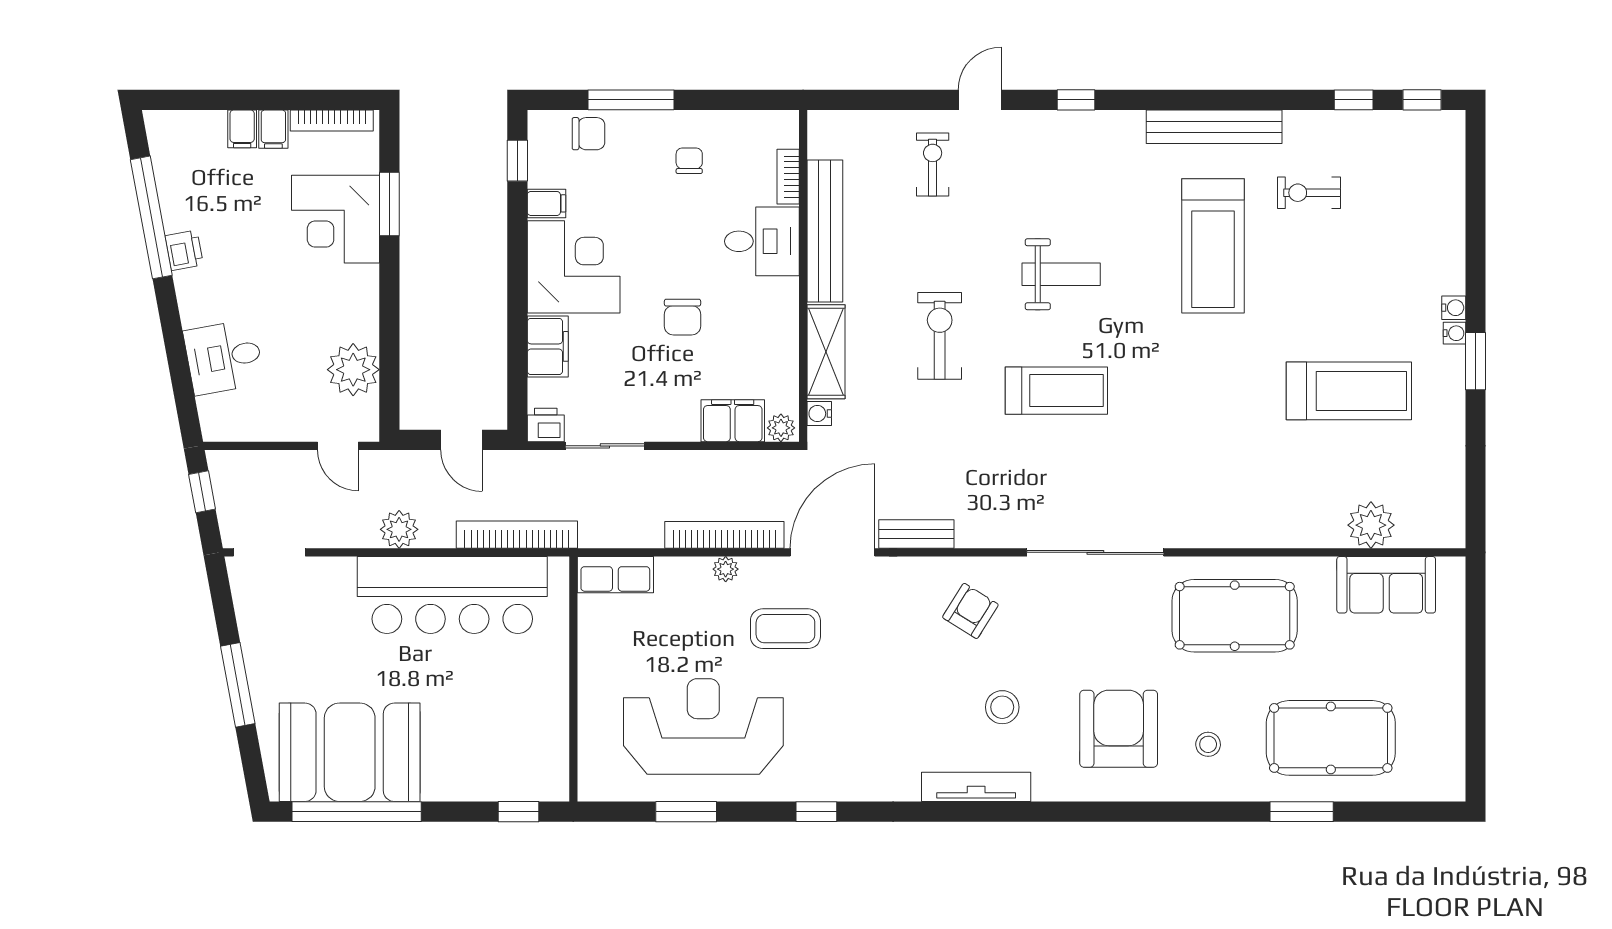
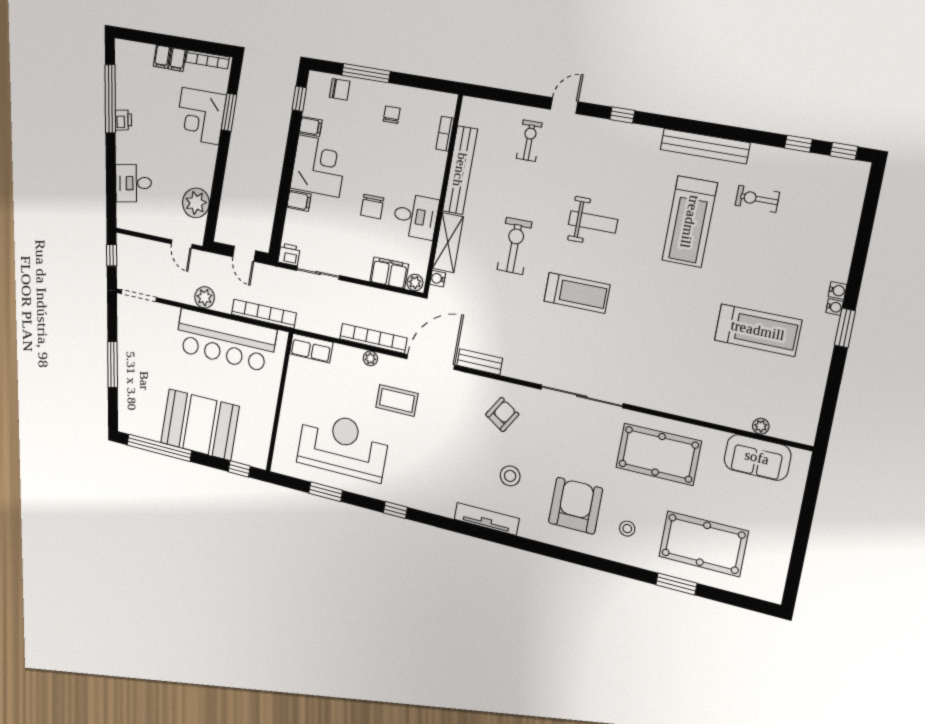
desk: (762, 241) -> (416, 216), moved
filing cabinet: (548, 346) -> (299, 201), width x0.50
plant: (1371, 525) -> (761, 426), width x0.53, depth x0.53
booth: (350, 752) -> (200, 425), moved

